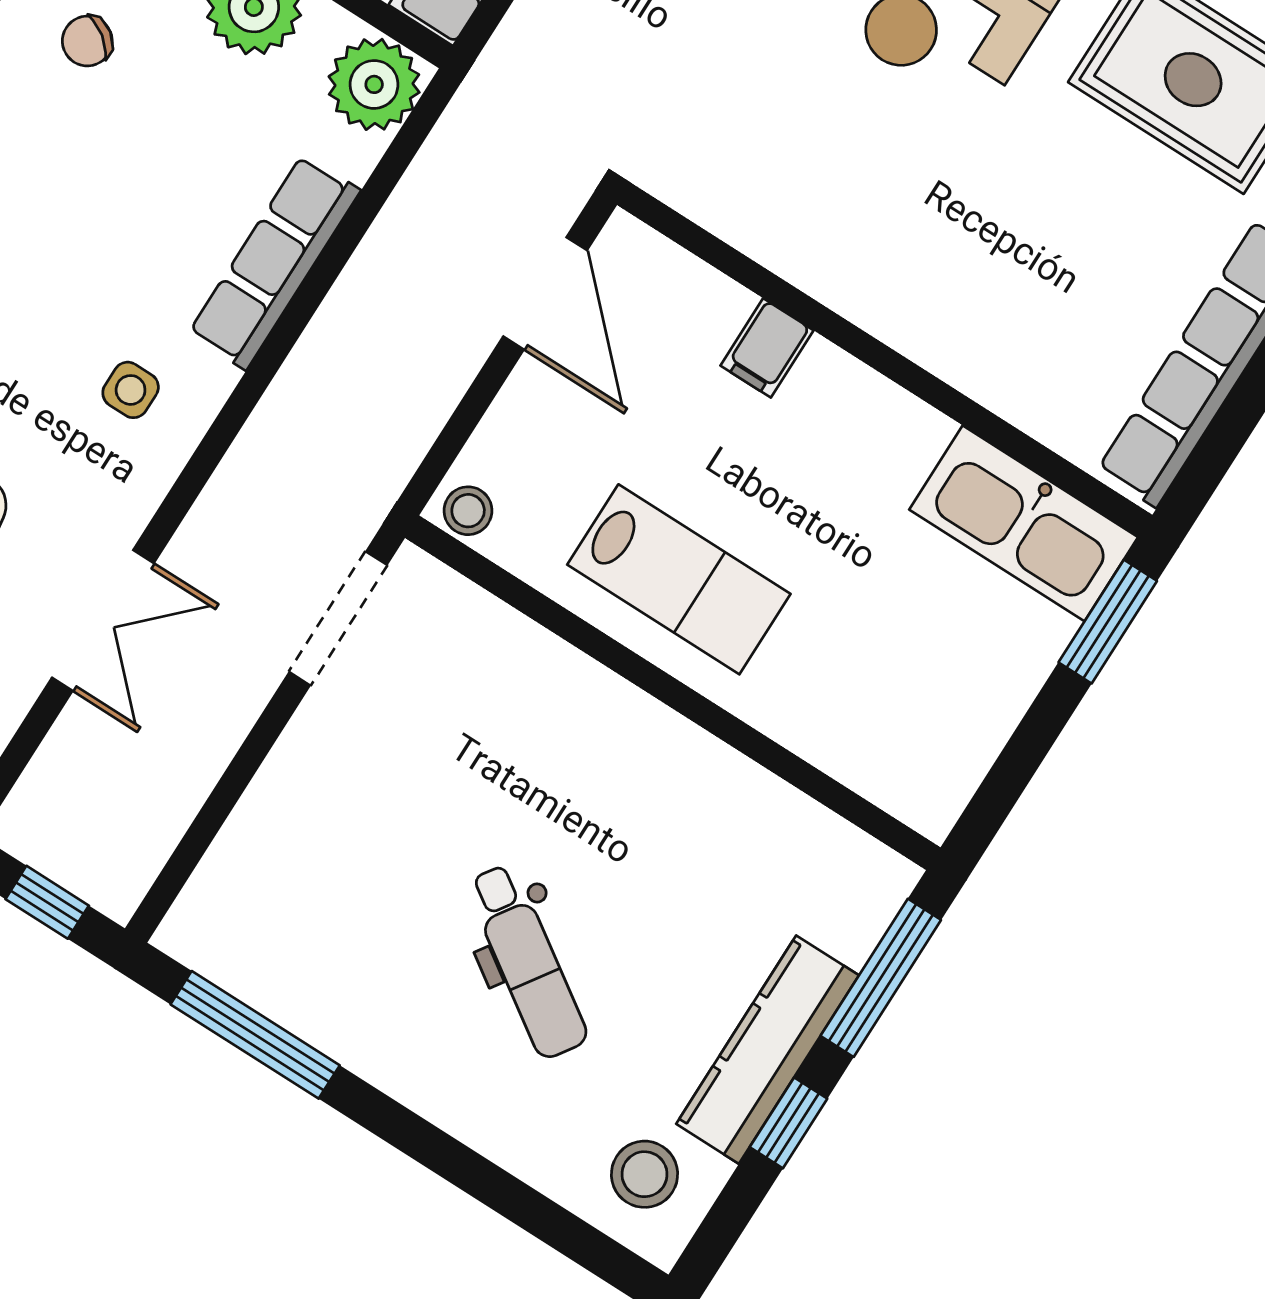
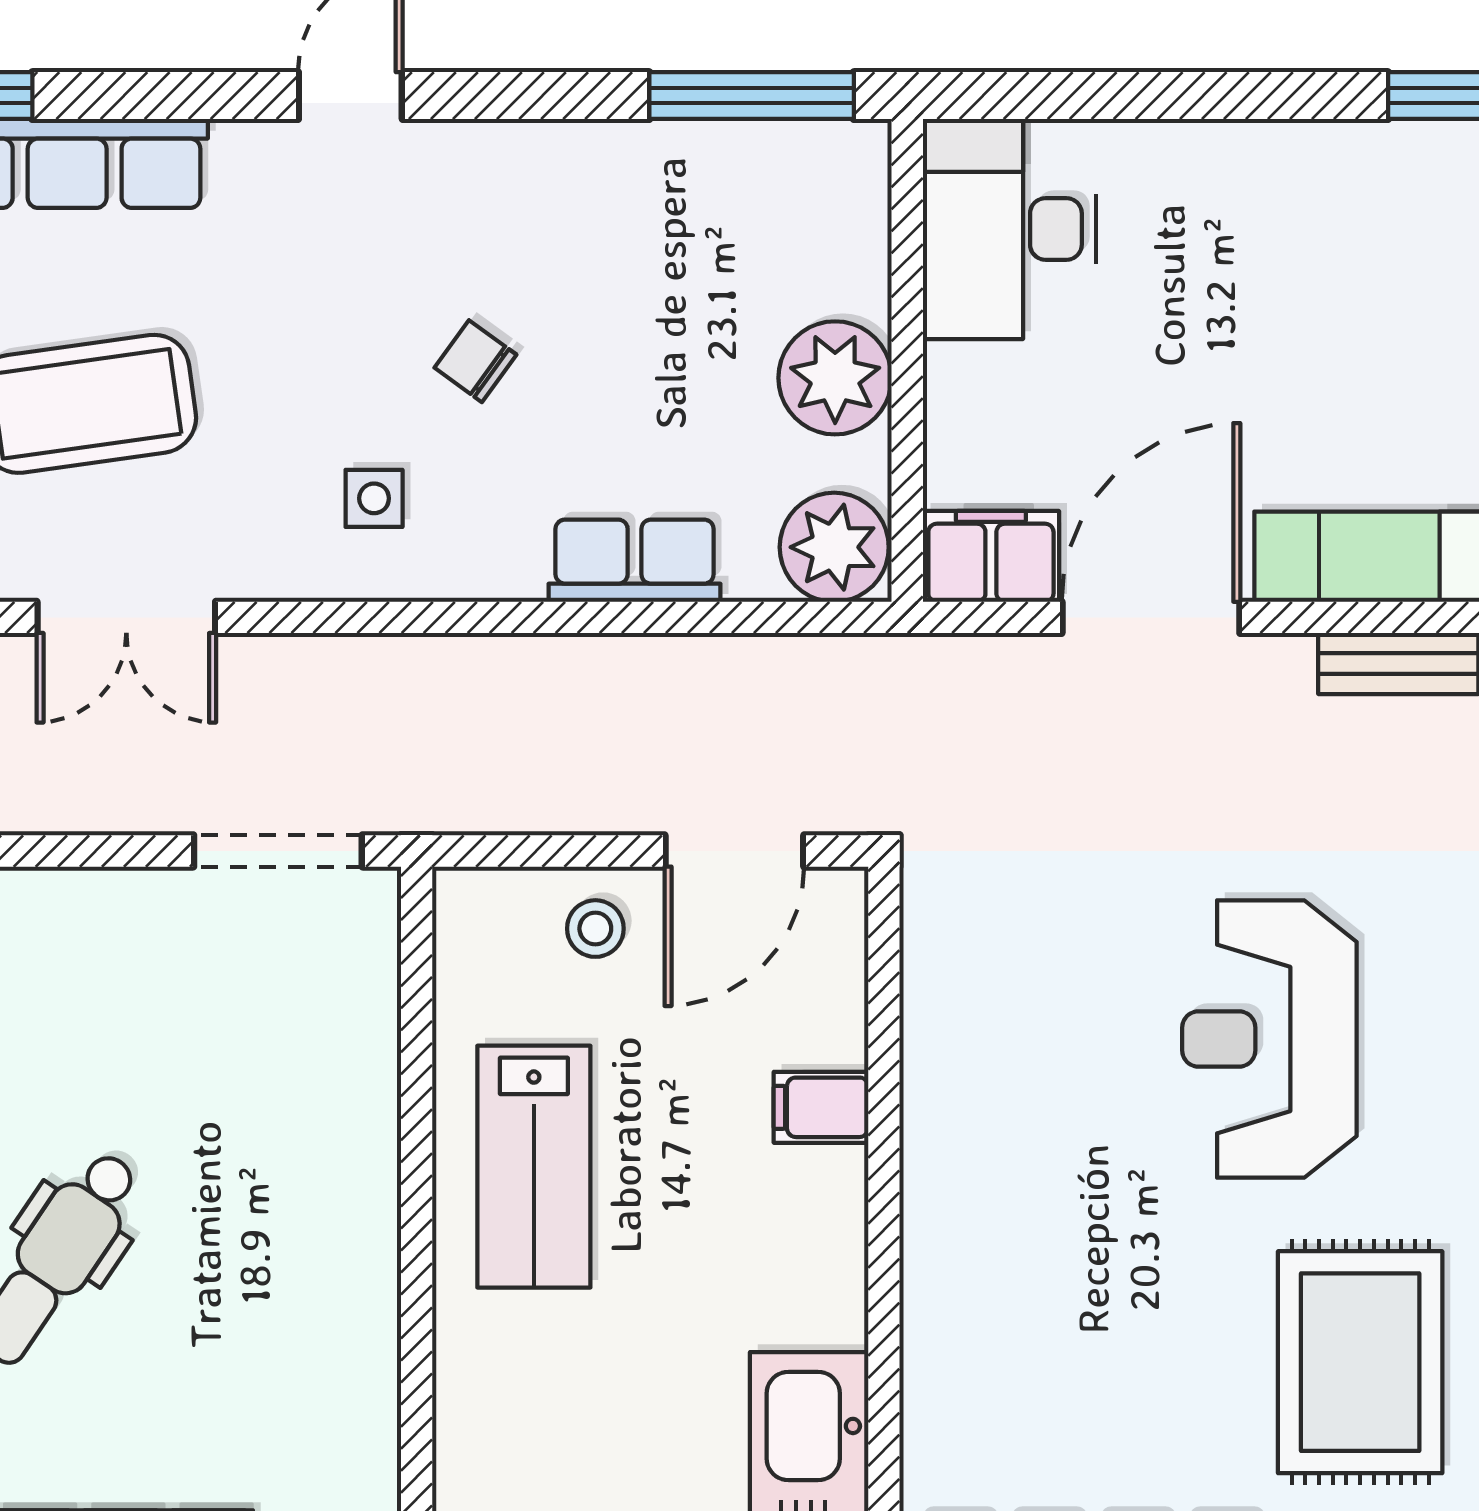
chair: (87, 41) -> (475, 361), moved
row of seats: (274, 262) -> (635, 561), width x0.68
stool: (468, 511) -> (595, 929), moved

